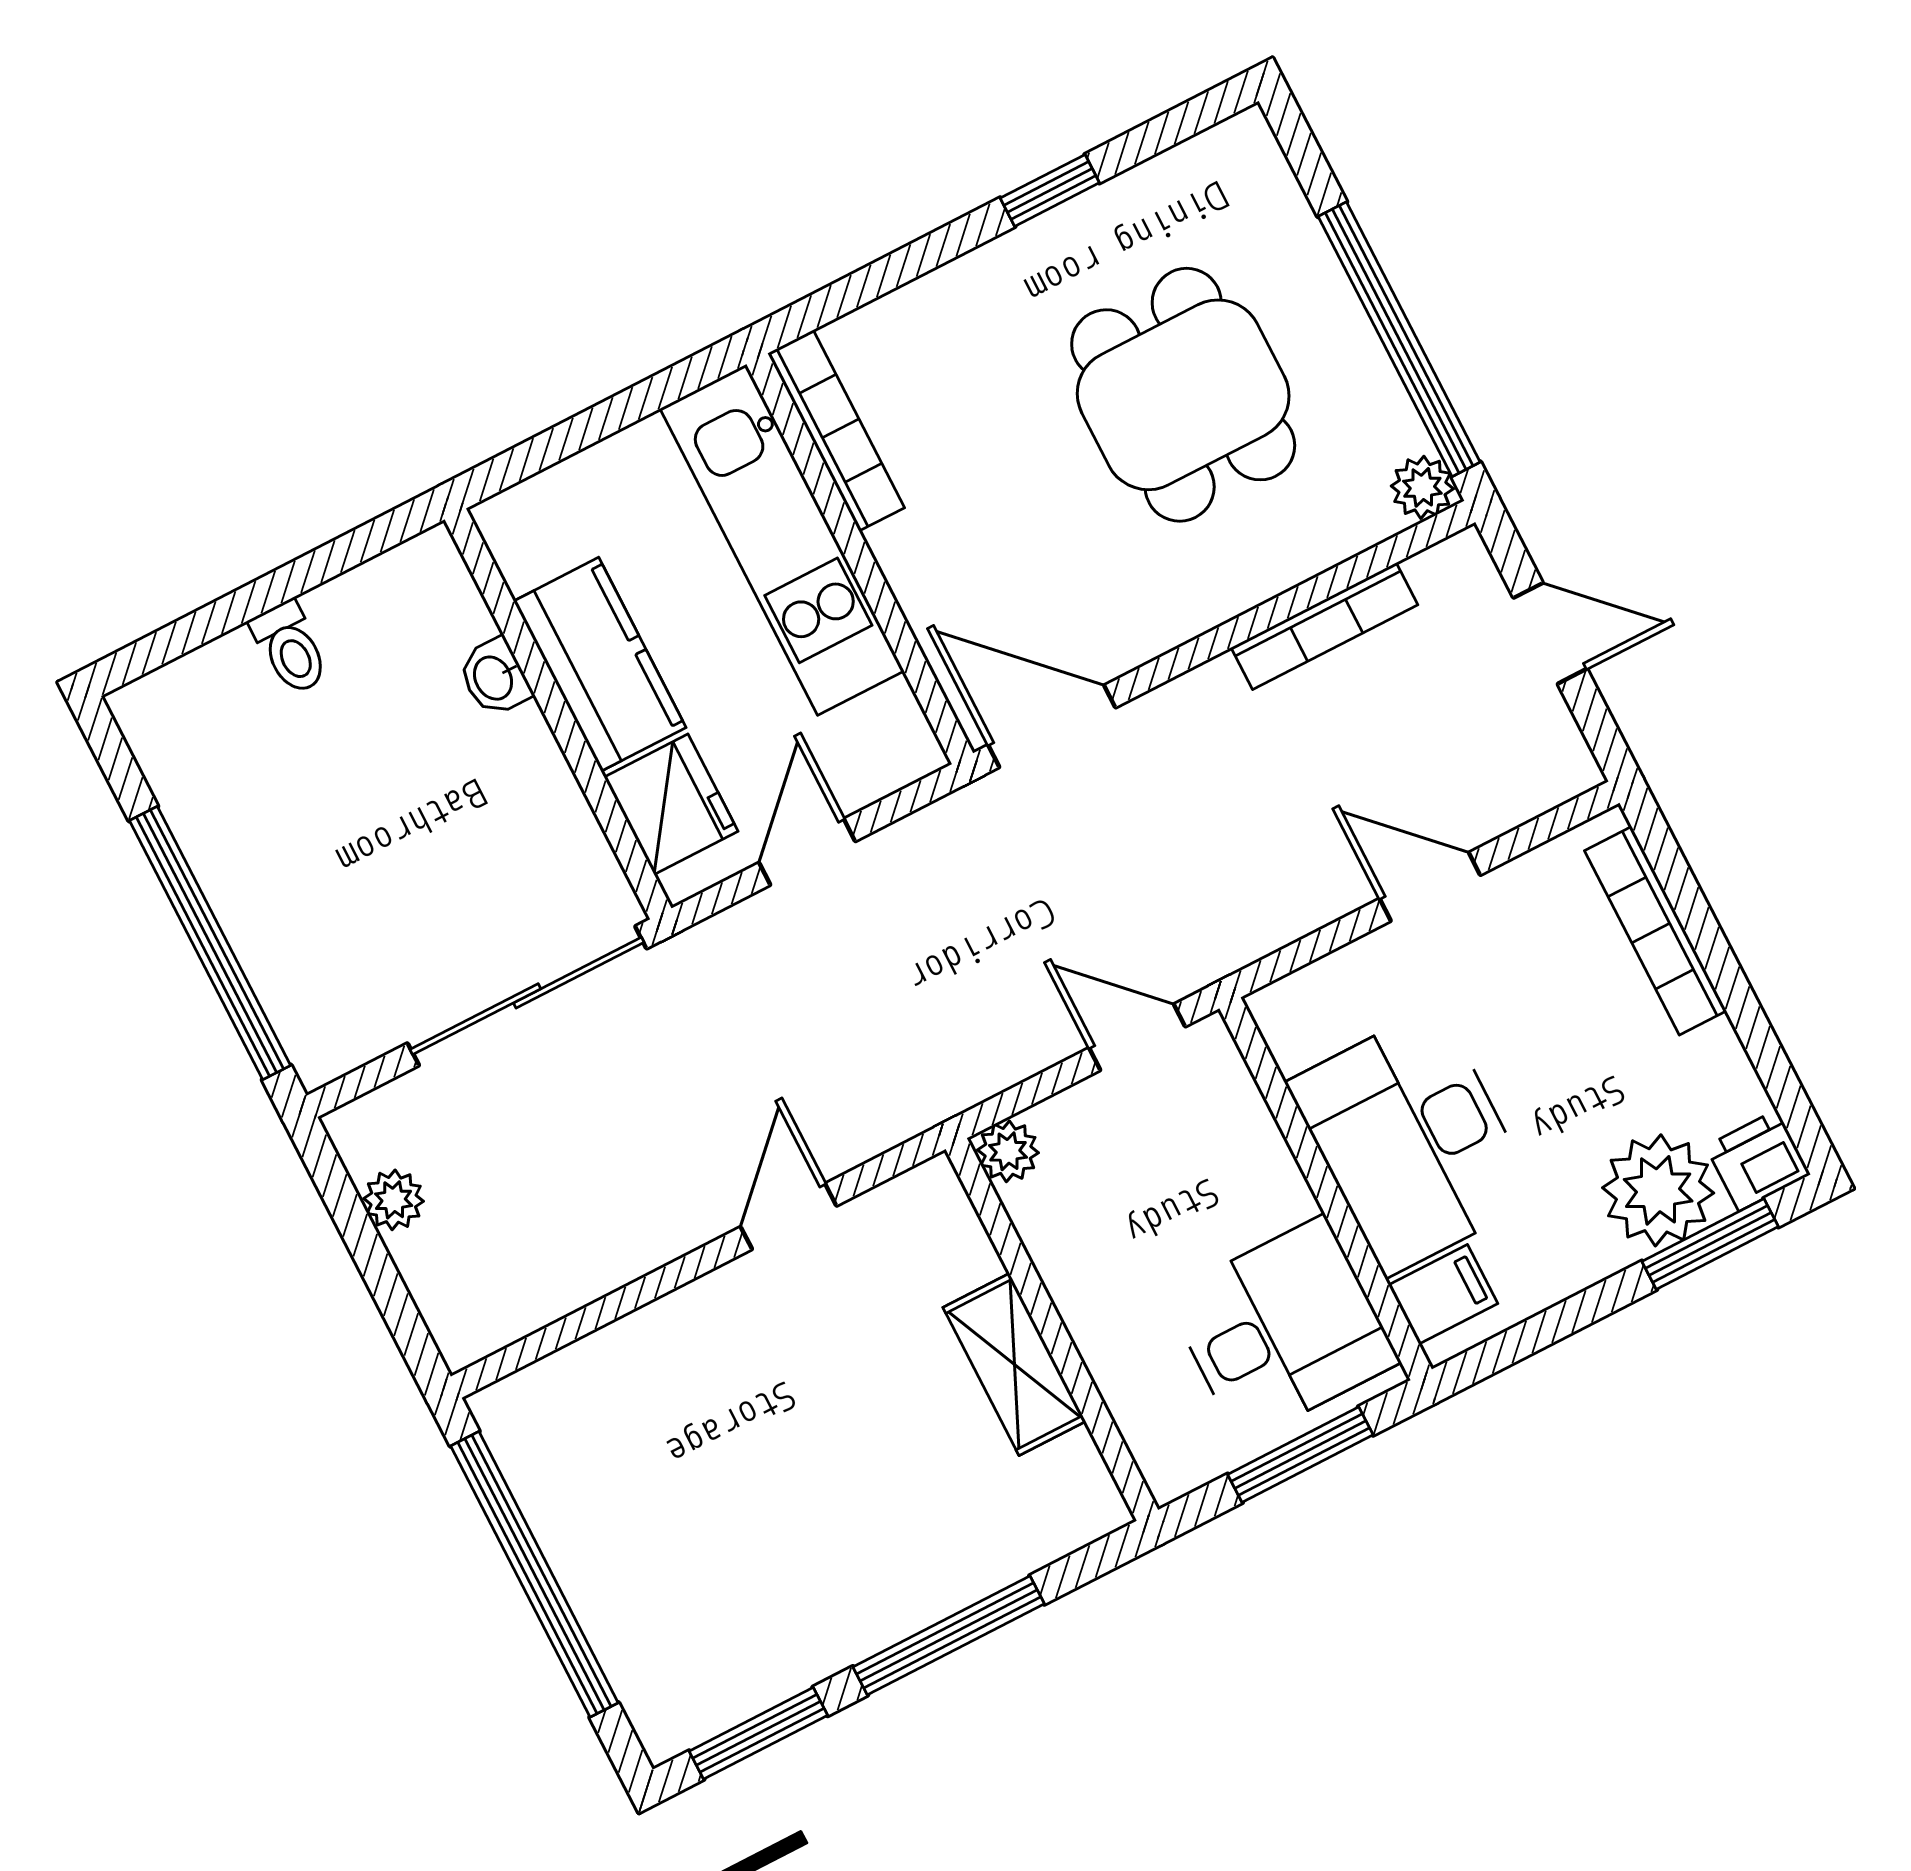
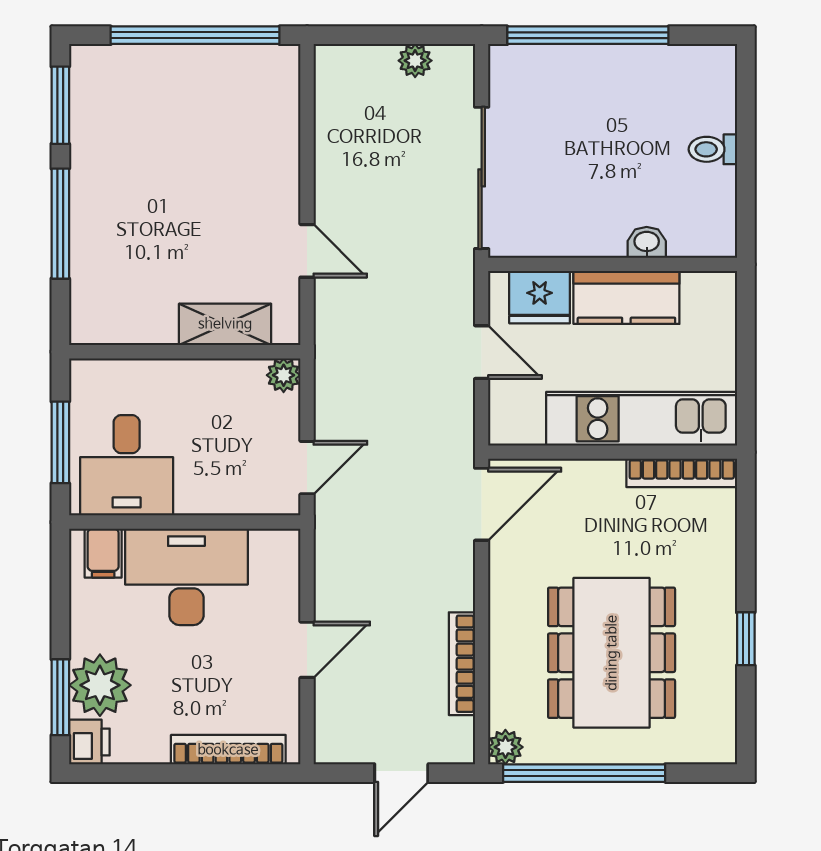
dining table: (1183, 395) -> (612, 653), width x1.38
shelving: (1014, 1364) -> (225, 324), moved

